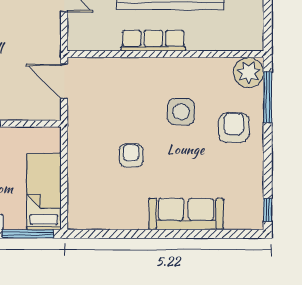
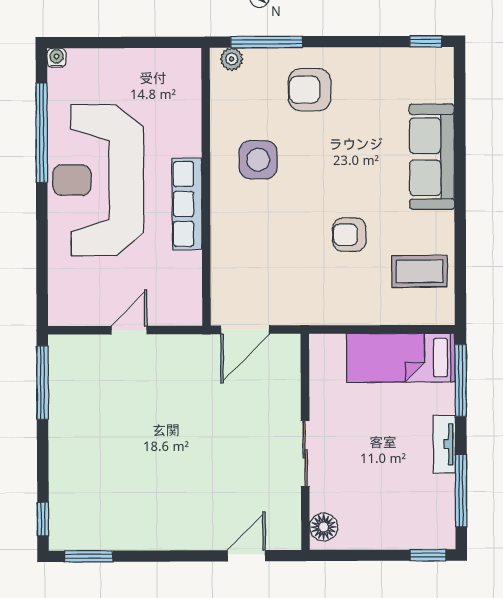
plant: (249, 73) -> (232, 59), width x0.53, depth x0.53
side table: (181, 112) -> (258, 160), moved
coffee table: (105, 205) -> (420, 271), added

